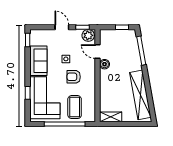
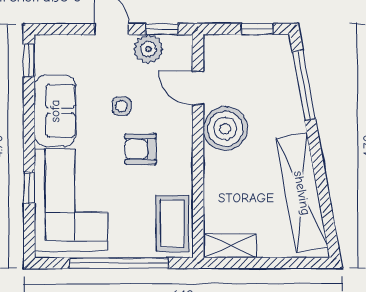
plant: (88, 35) -> (148, 49), moved
boiler: (104, 64) -> (225, 129), width x1.86, depth x1.86
coffee table: (75, 107) -> (172, 223), moved

